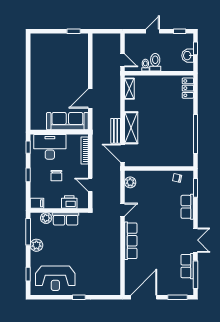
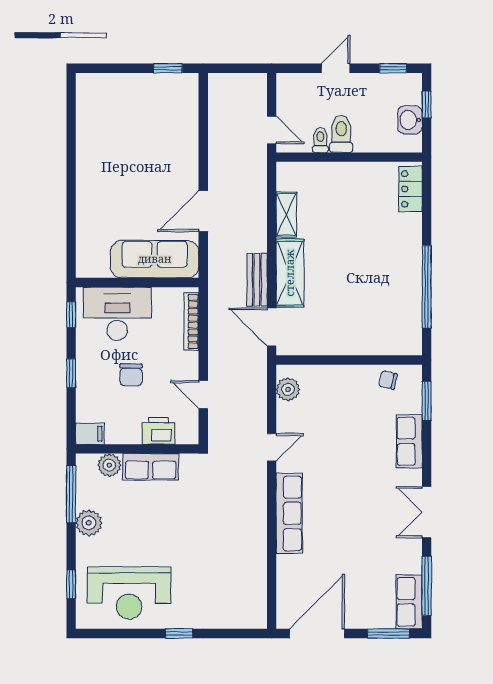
shelving: (129, 89) -> (286, 214), moved
double door: (195, 240) -> (427, 512), swing flipped
row of seats: (187, 266) -> (409, 602), moved

